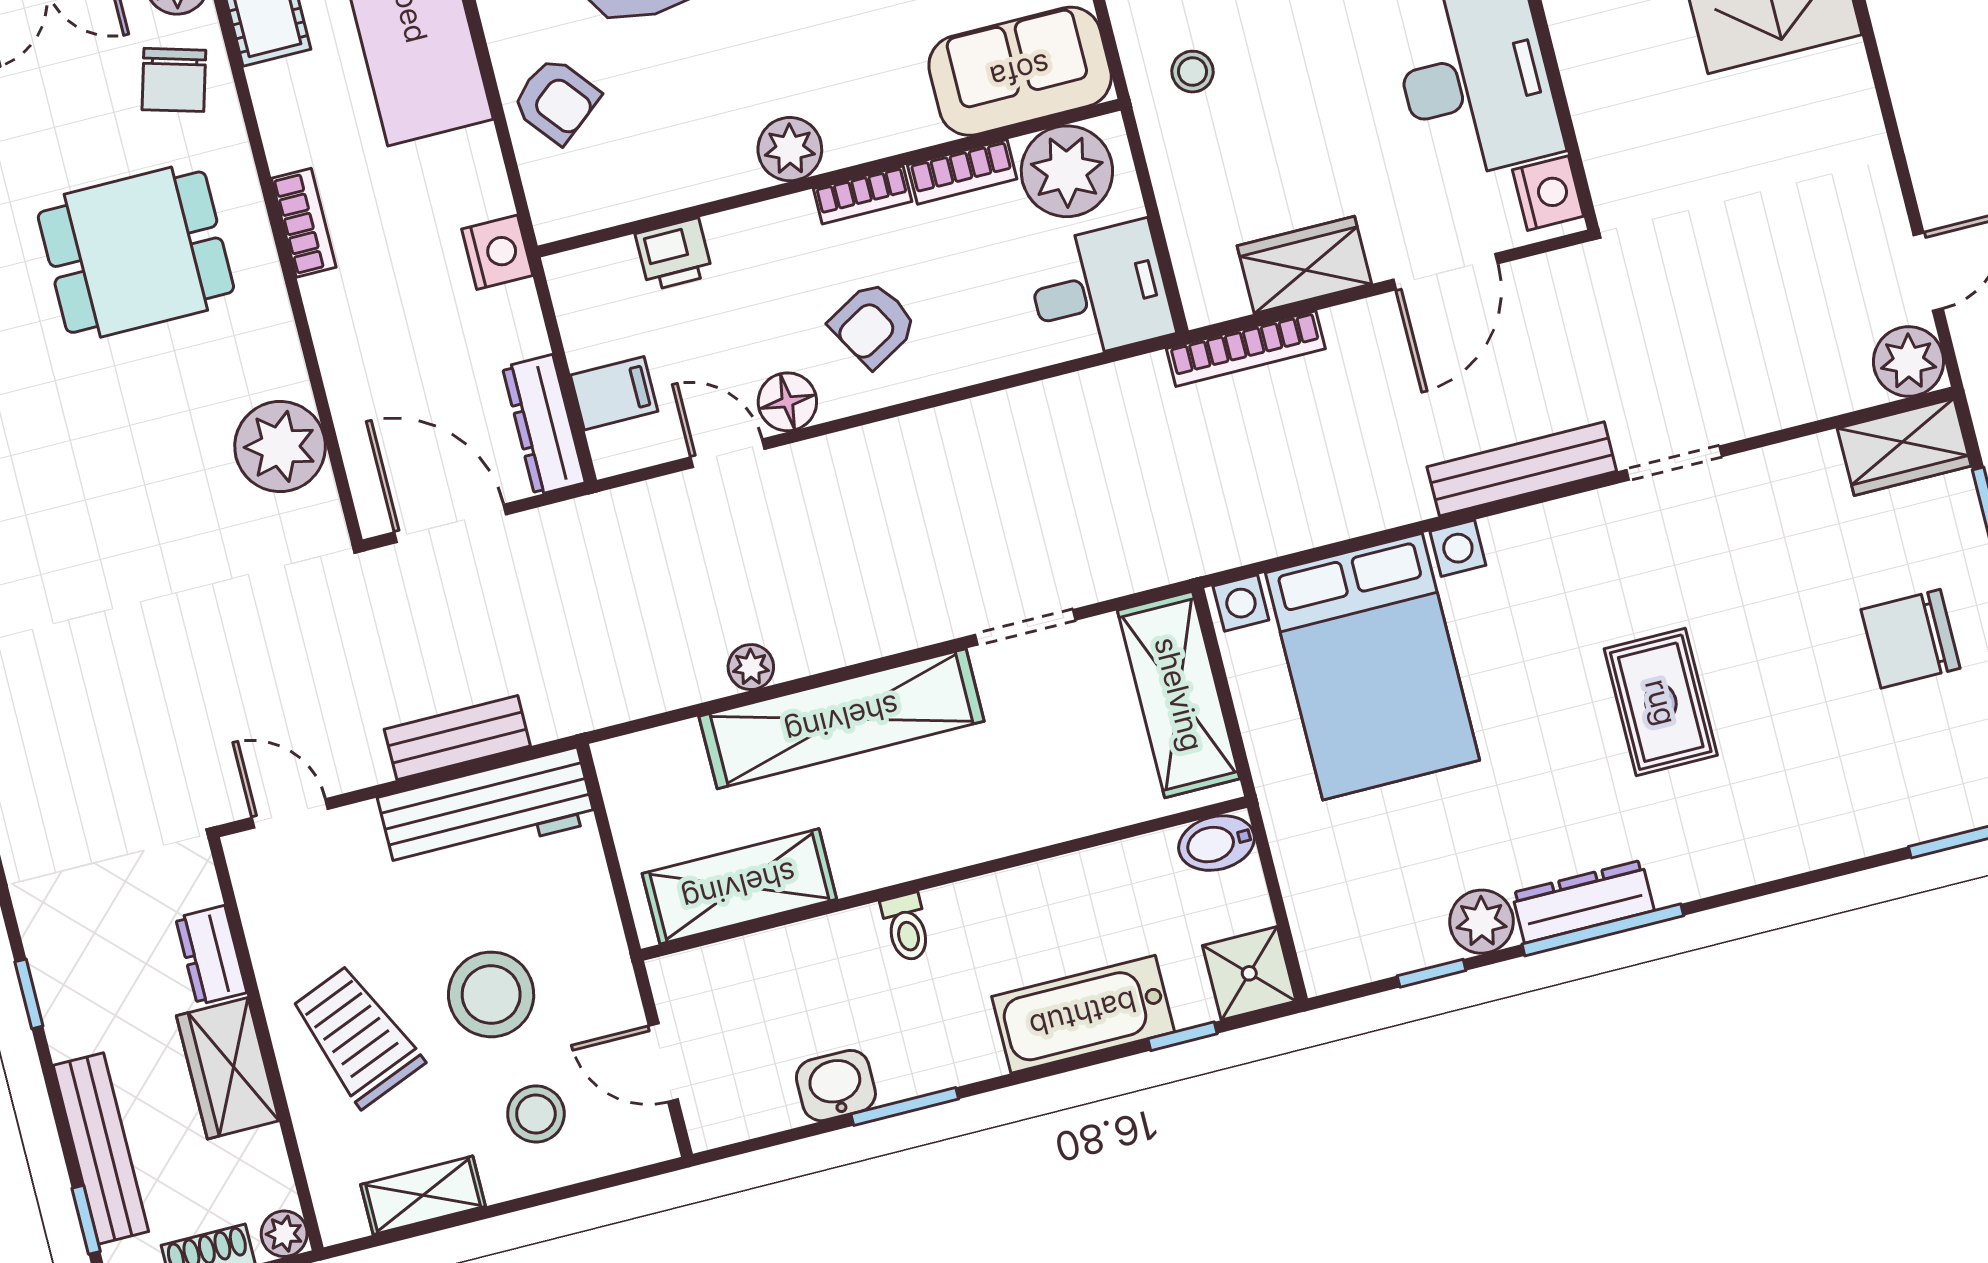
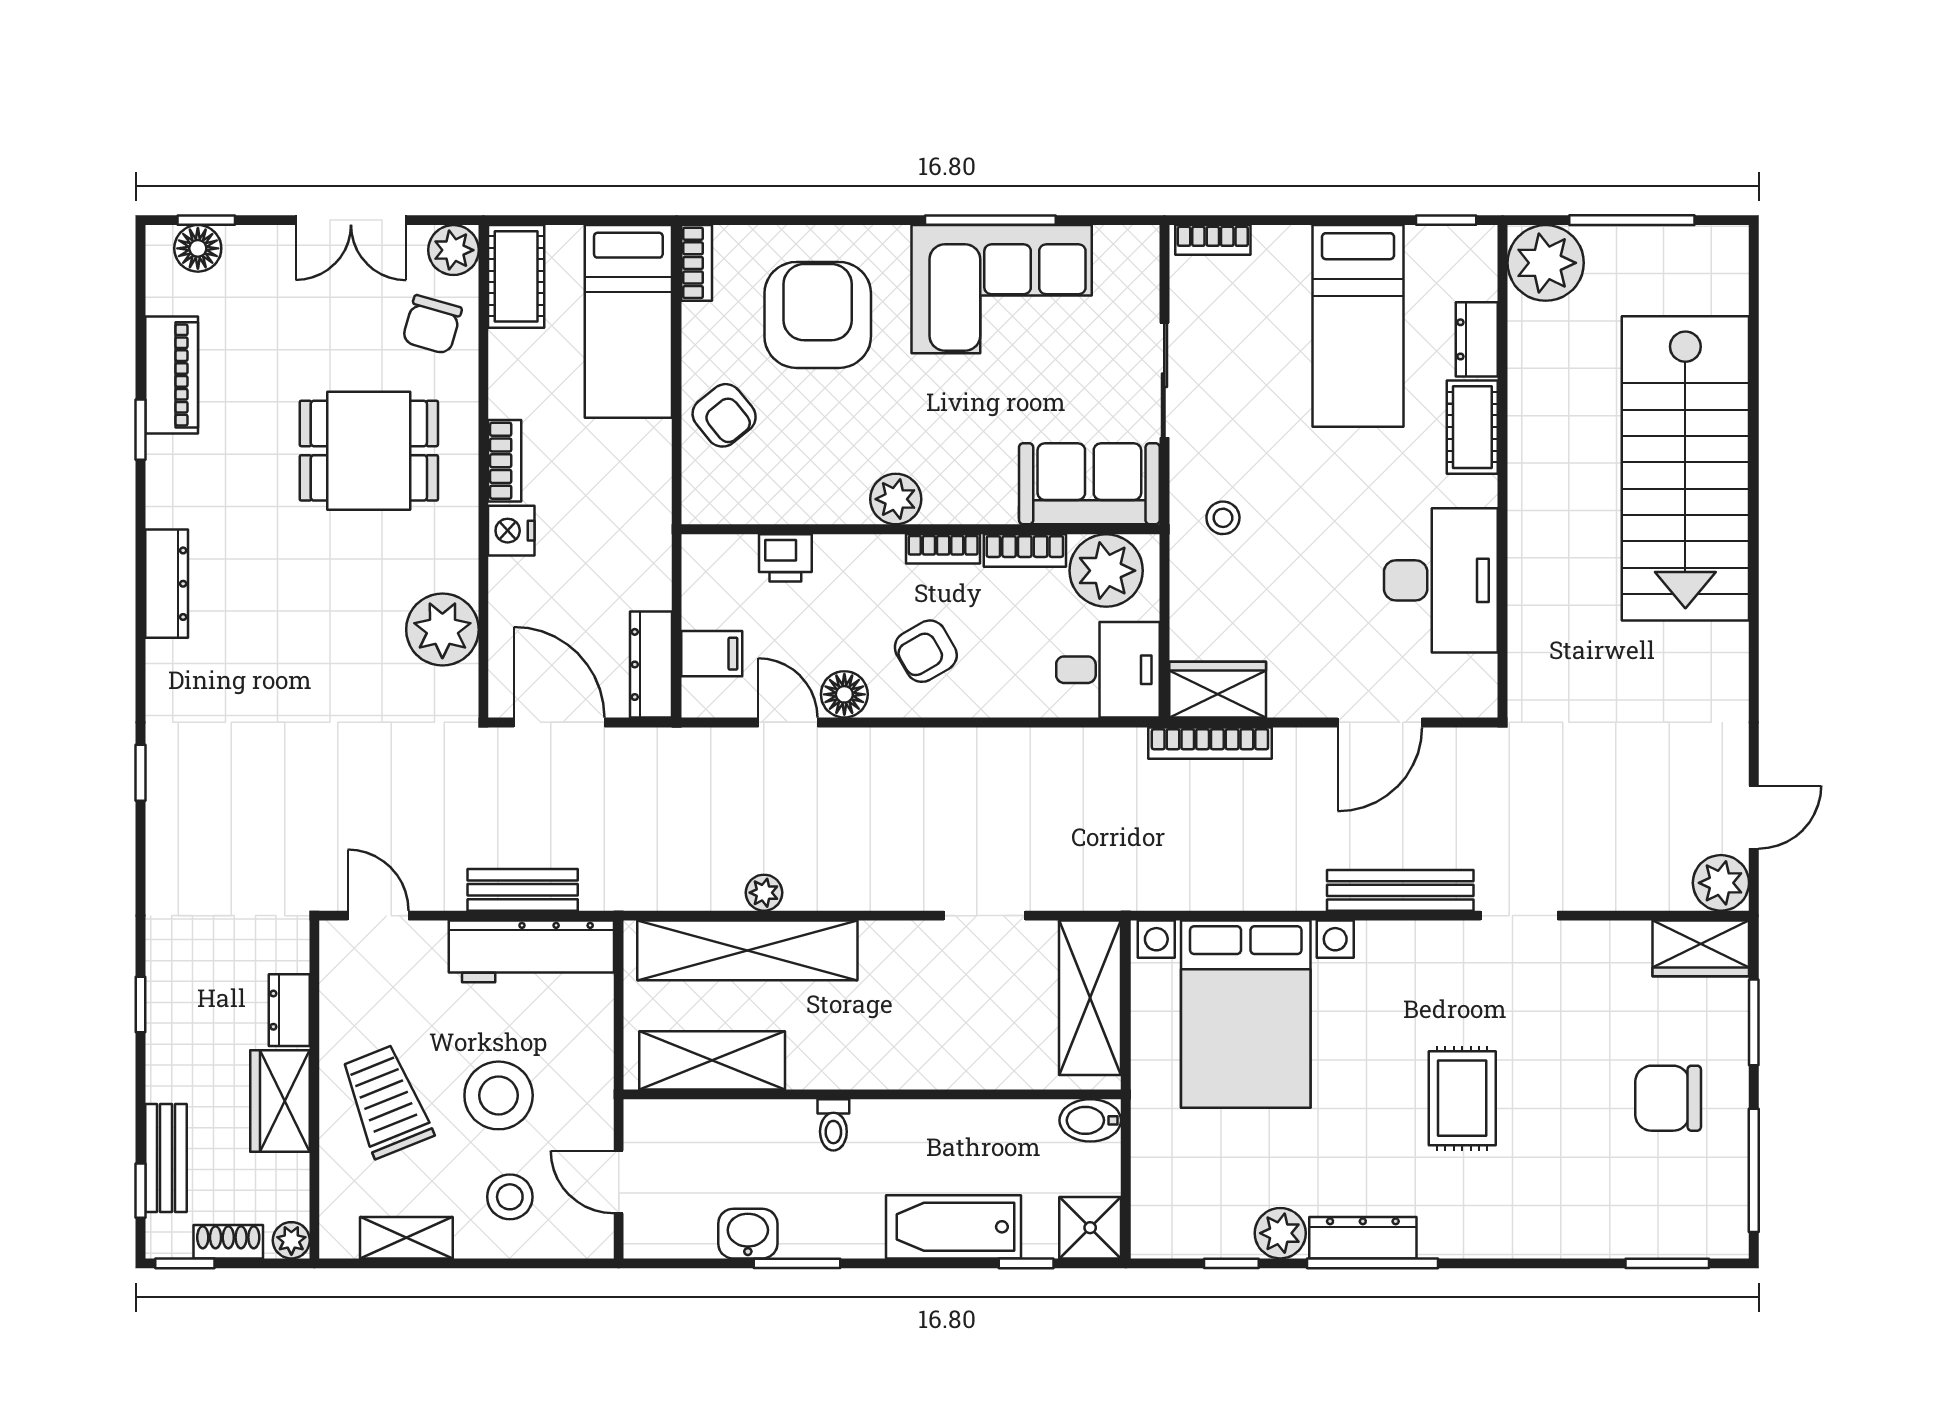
nightstand: (1548, 193) -> (1475, 682), removed
nightstand: (497, 252) -> (511, 531), moved, turned 180
wardrobe: (1304, 265) -> (1218, 690), moved
shelving: (842, 719) -> (747, 950), moved
bench: (101, 1148) -> (166, 1158), width x0.73

